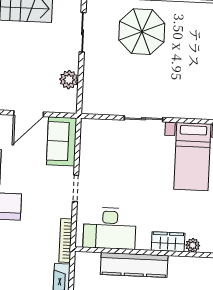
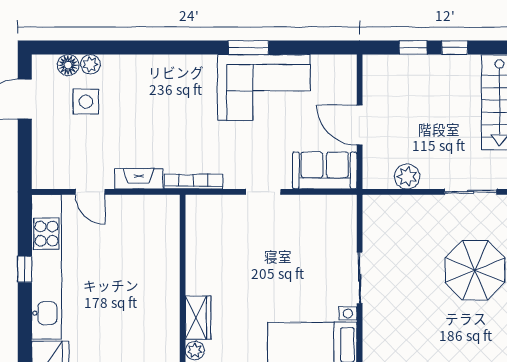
desk: (110, 228) -> (212, 240), removed
kitchen counter: (134, 265) -> (165, 274), removed

